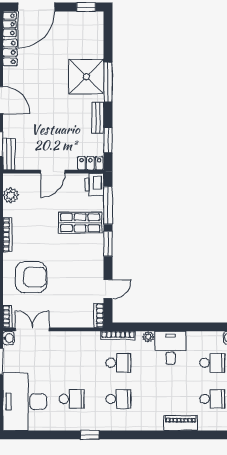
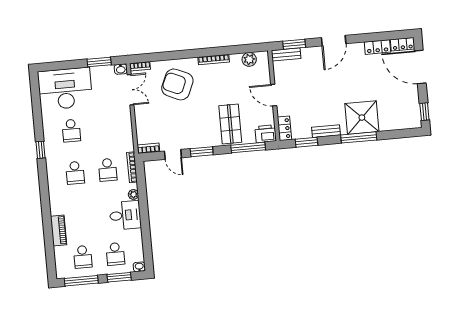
window: (108, 244) -> (202, 152), moved
armchair: (31, 277) -> (177, 84), turned 114

